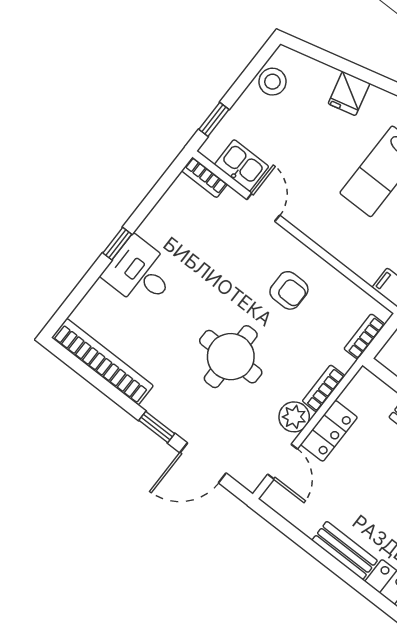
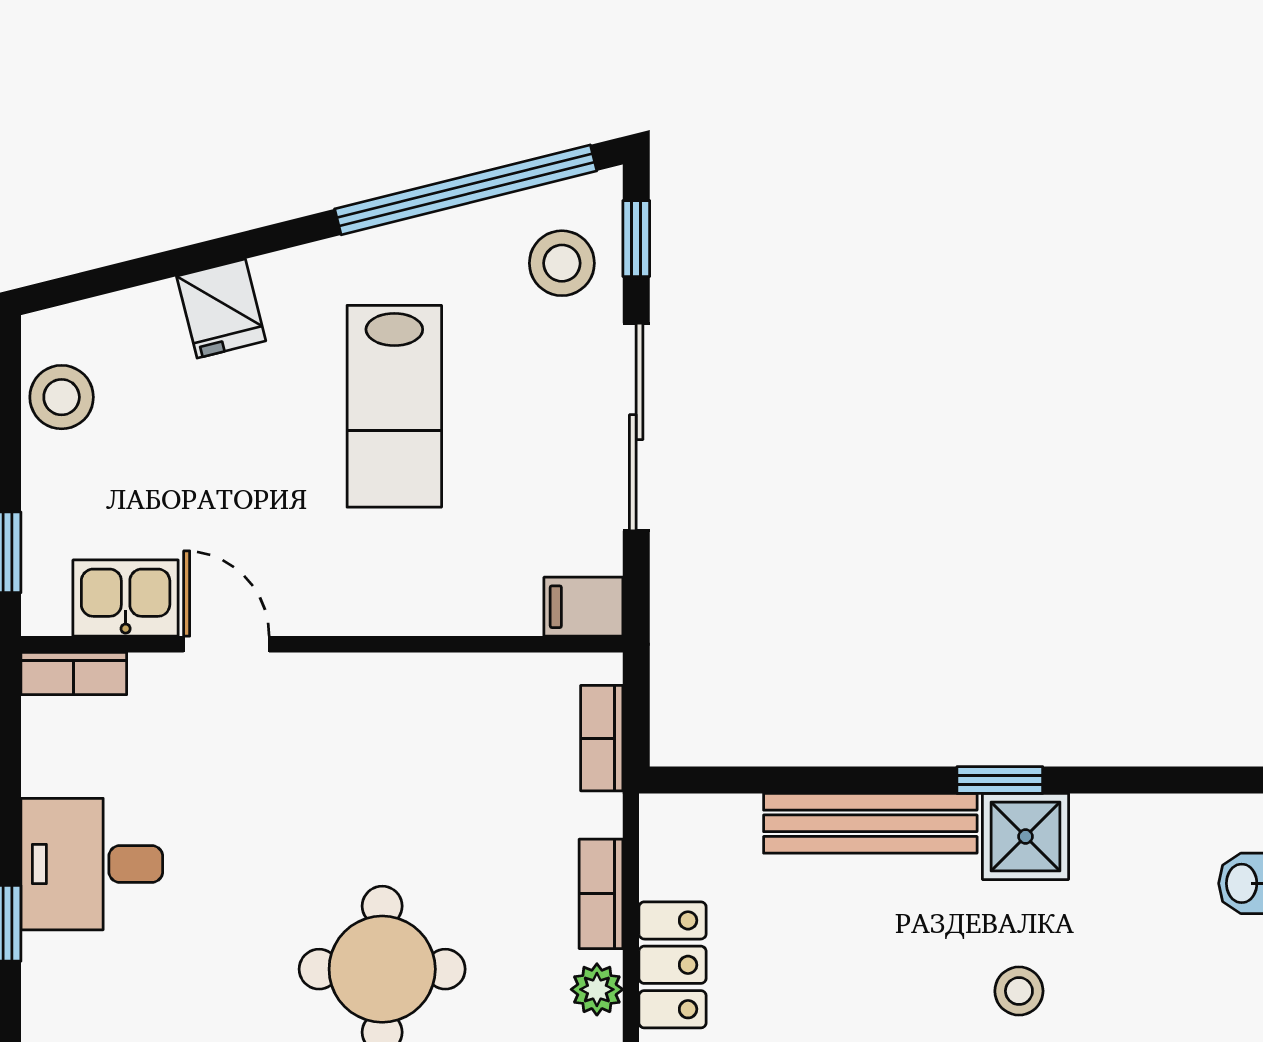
desk: (140, 273) -> (92, 864), moved
armchair: (289, 290) -> (395, 762), removed
plant: (294, 417) -> (597, 989), width x0.73, depth x0.73

